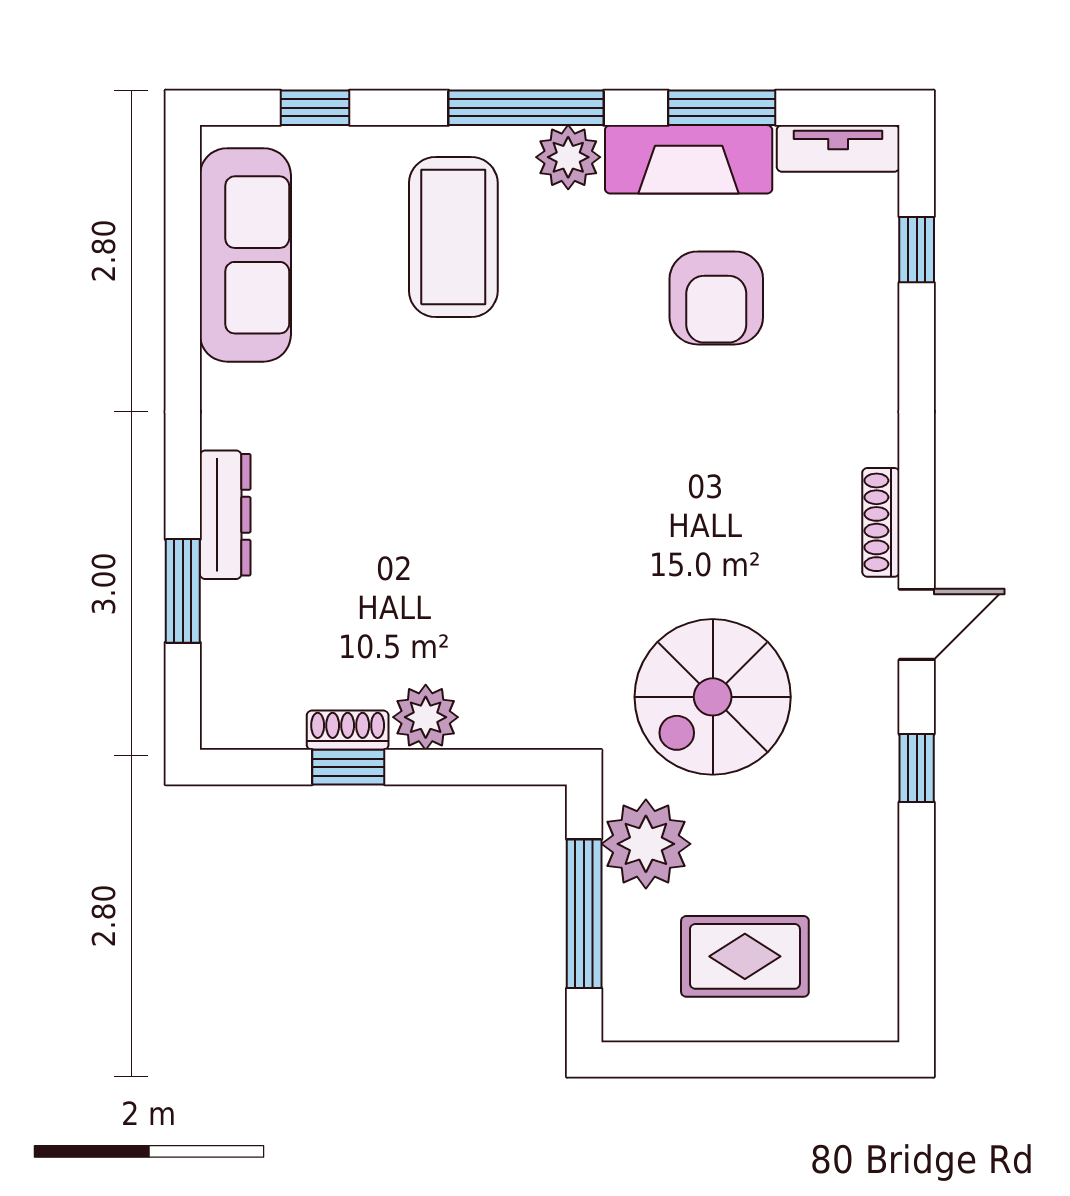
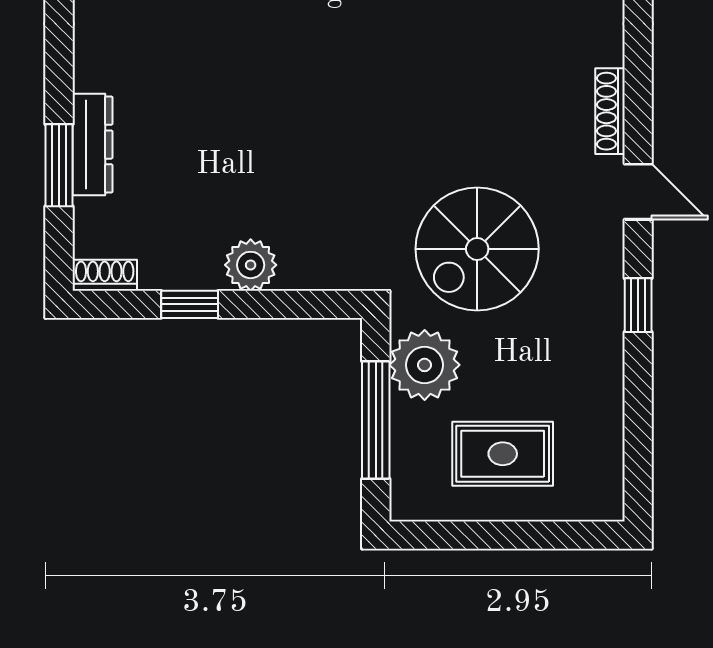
dresser: (225, 515) -> (92, 145), moved
door: (917, 624) -> (638, 192), hinge flipped
shoe rack: (348, 730) -> (105, 275), moved

